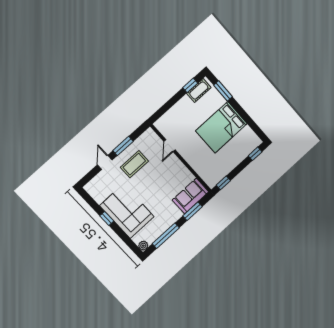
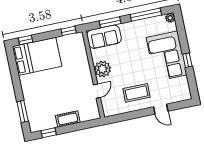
cot: (199, 90) -> (68, 119), moved
bed: (221, 127) -> (37, 56), moved
window: (123, 146) -> (137, 114), removed
door: (105, 162) -> (161, 109), hinge flipped
plant: (176, 168) -> (102, 69), added

